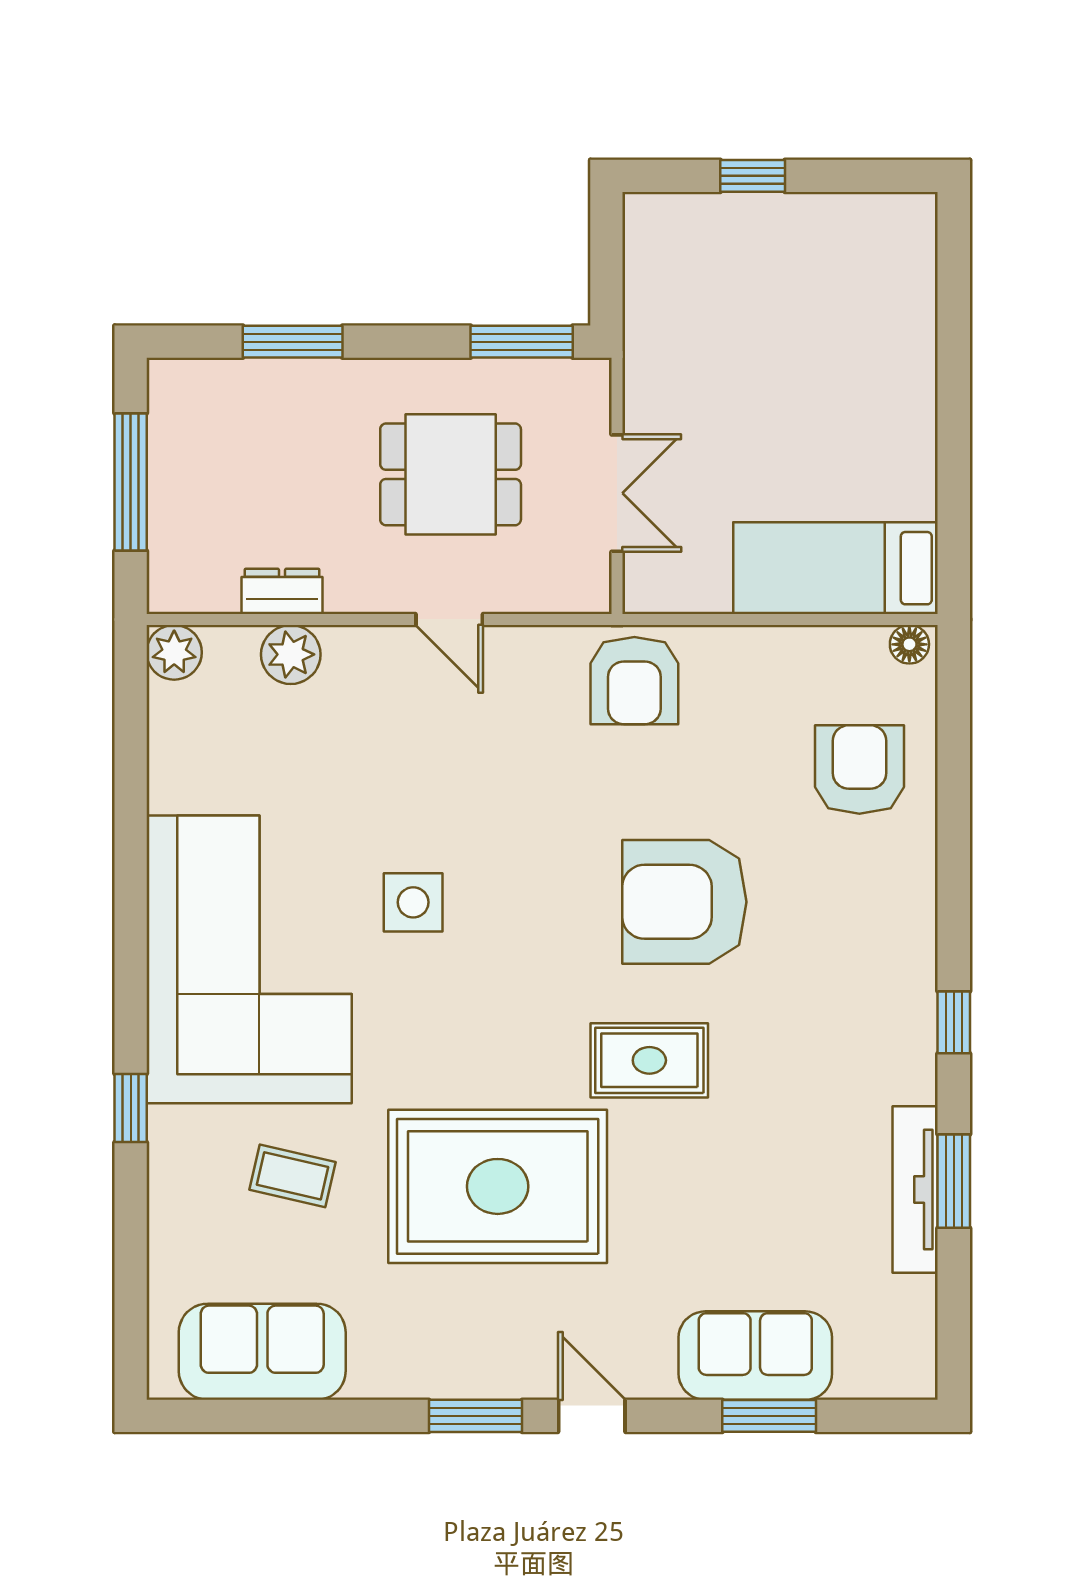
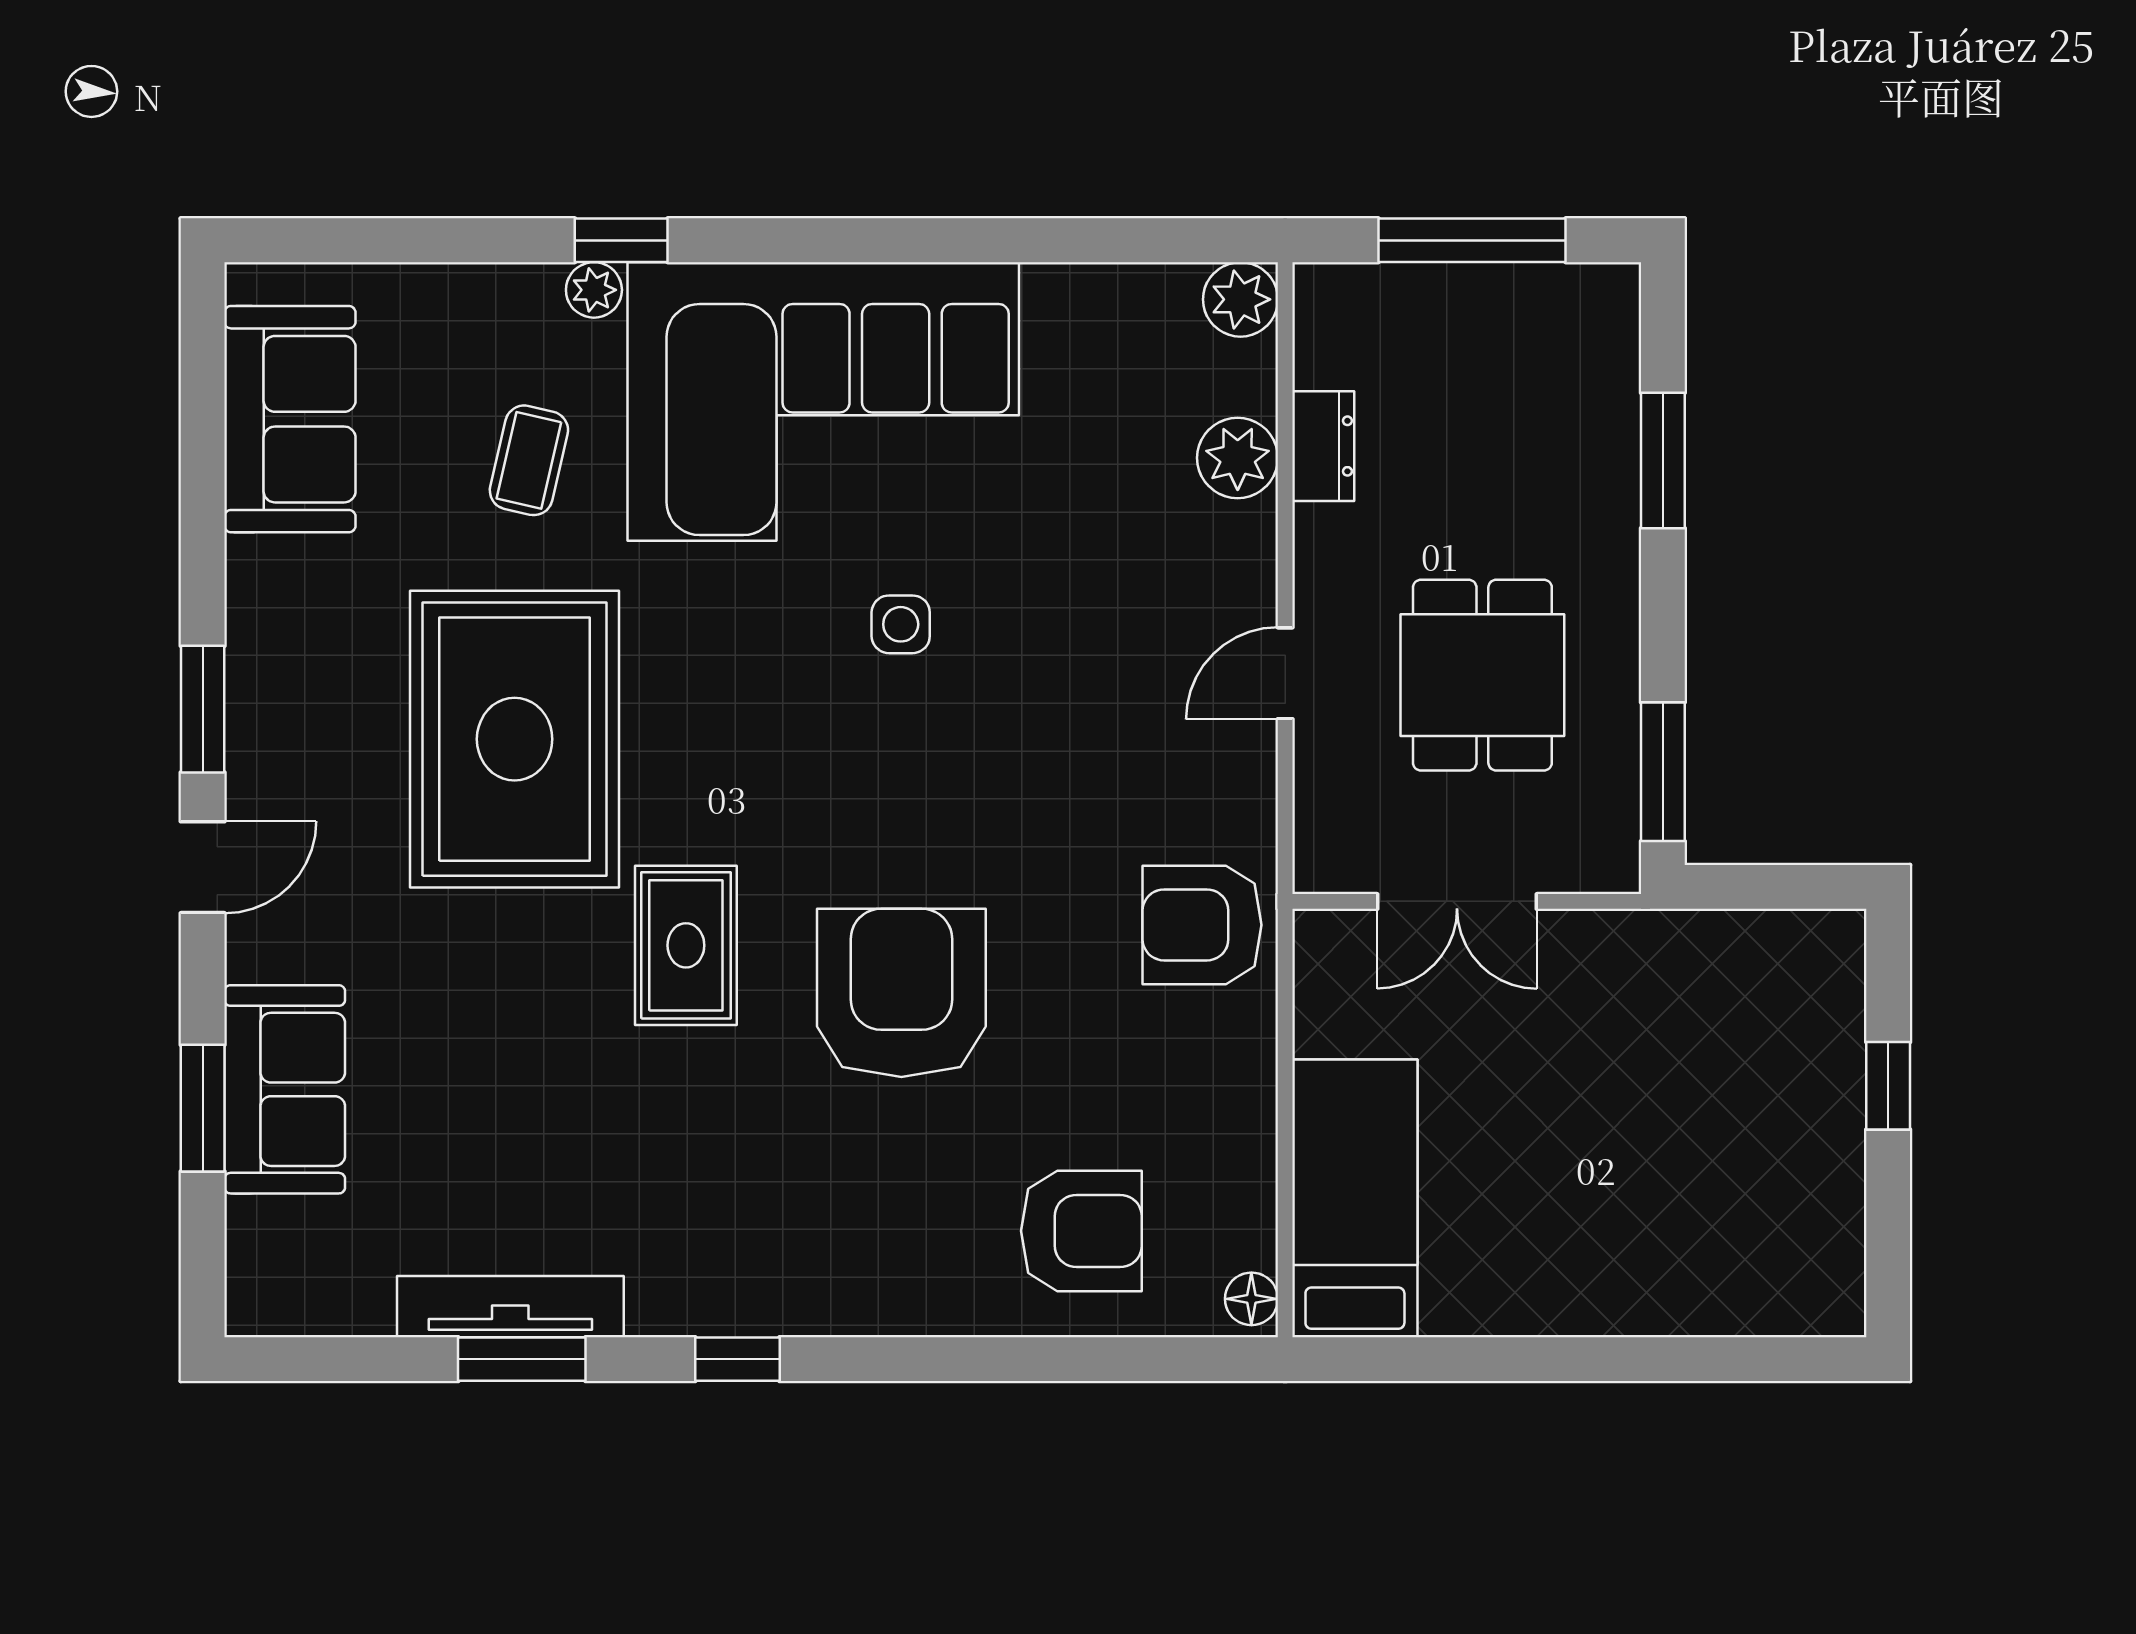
side table: (413, 902) -> (901, 624), width x0.73, depth x0.73
plant: (167, 1128) -> (594, 290), added

